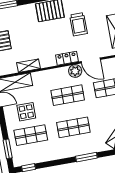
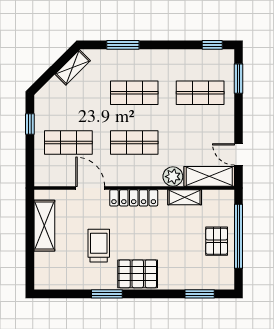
locker: (67, 58) -> (134, 198), width x1.53
plant: (75, 71) -> (173, 177), moved
display table: (26, 112) -> (200, 129), removed

